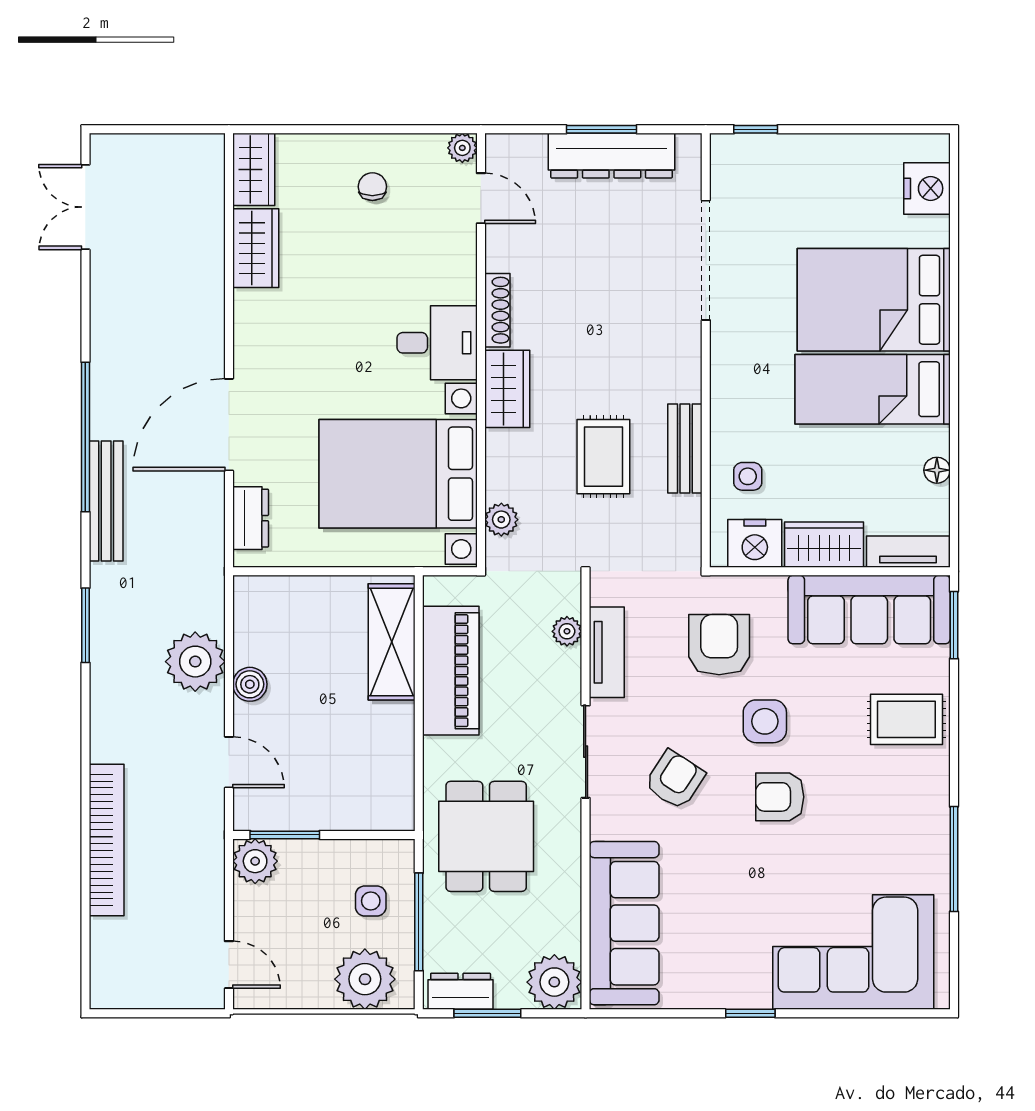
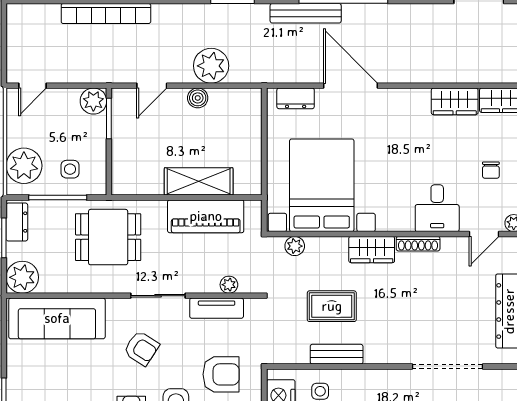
chair: (372, 187) -> (491, 170), turned 90
desk: (437, 343) -> (437, 208), moved
shelving: (392, 642) -> (199, 181), moved

